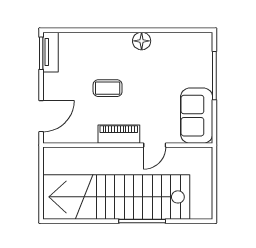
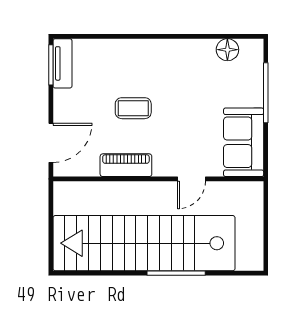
floor lamp: (142, 41) -> (227, 50), moved
piano: (119, 134) -> (126, 165), moved

